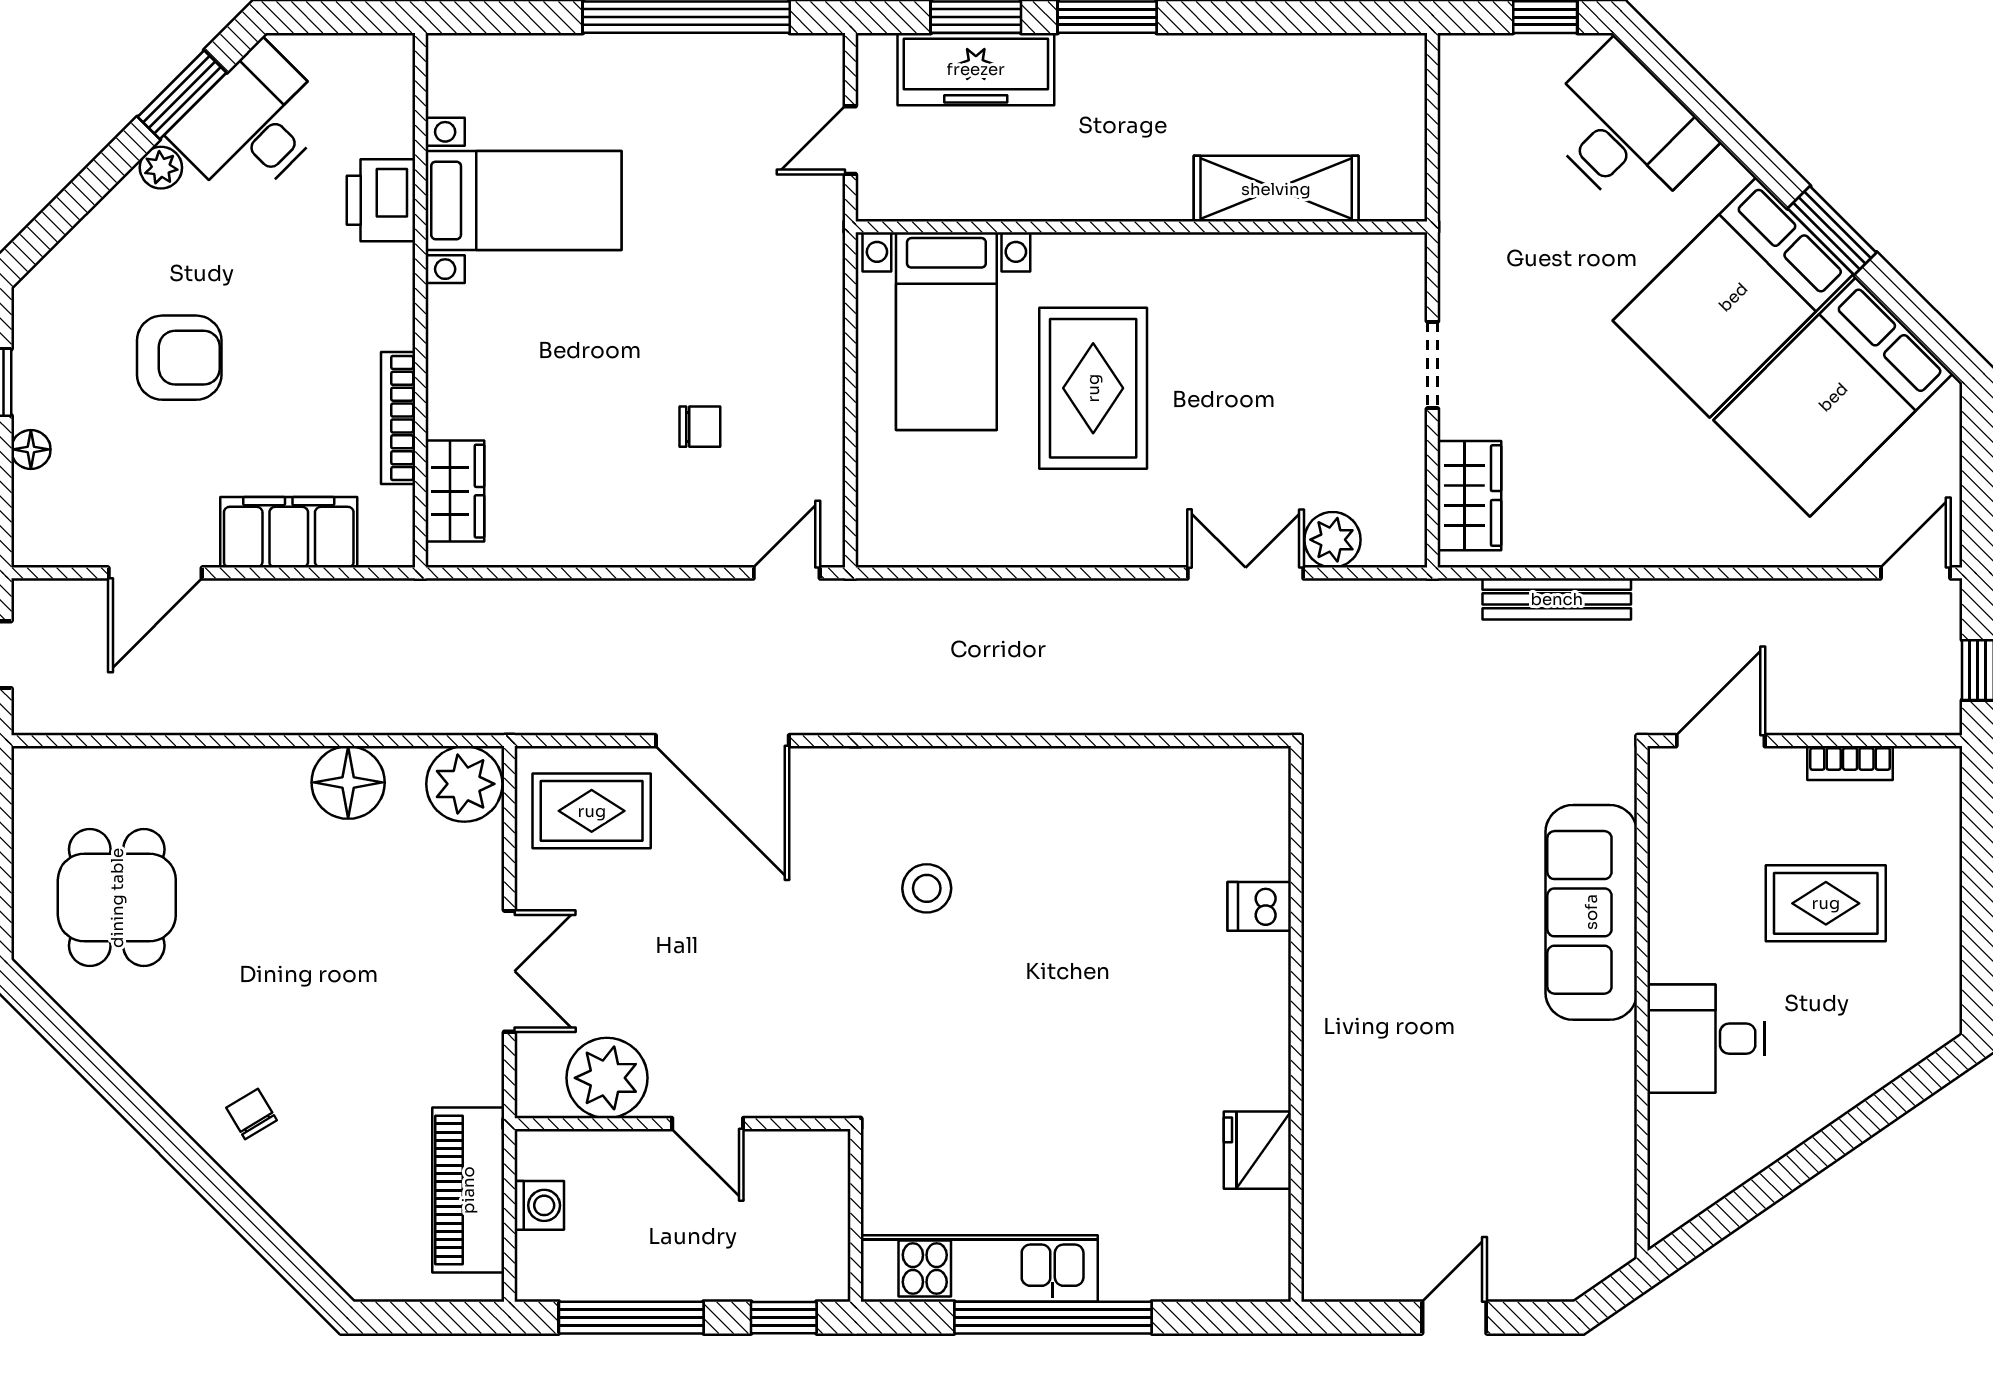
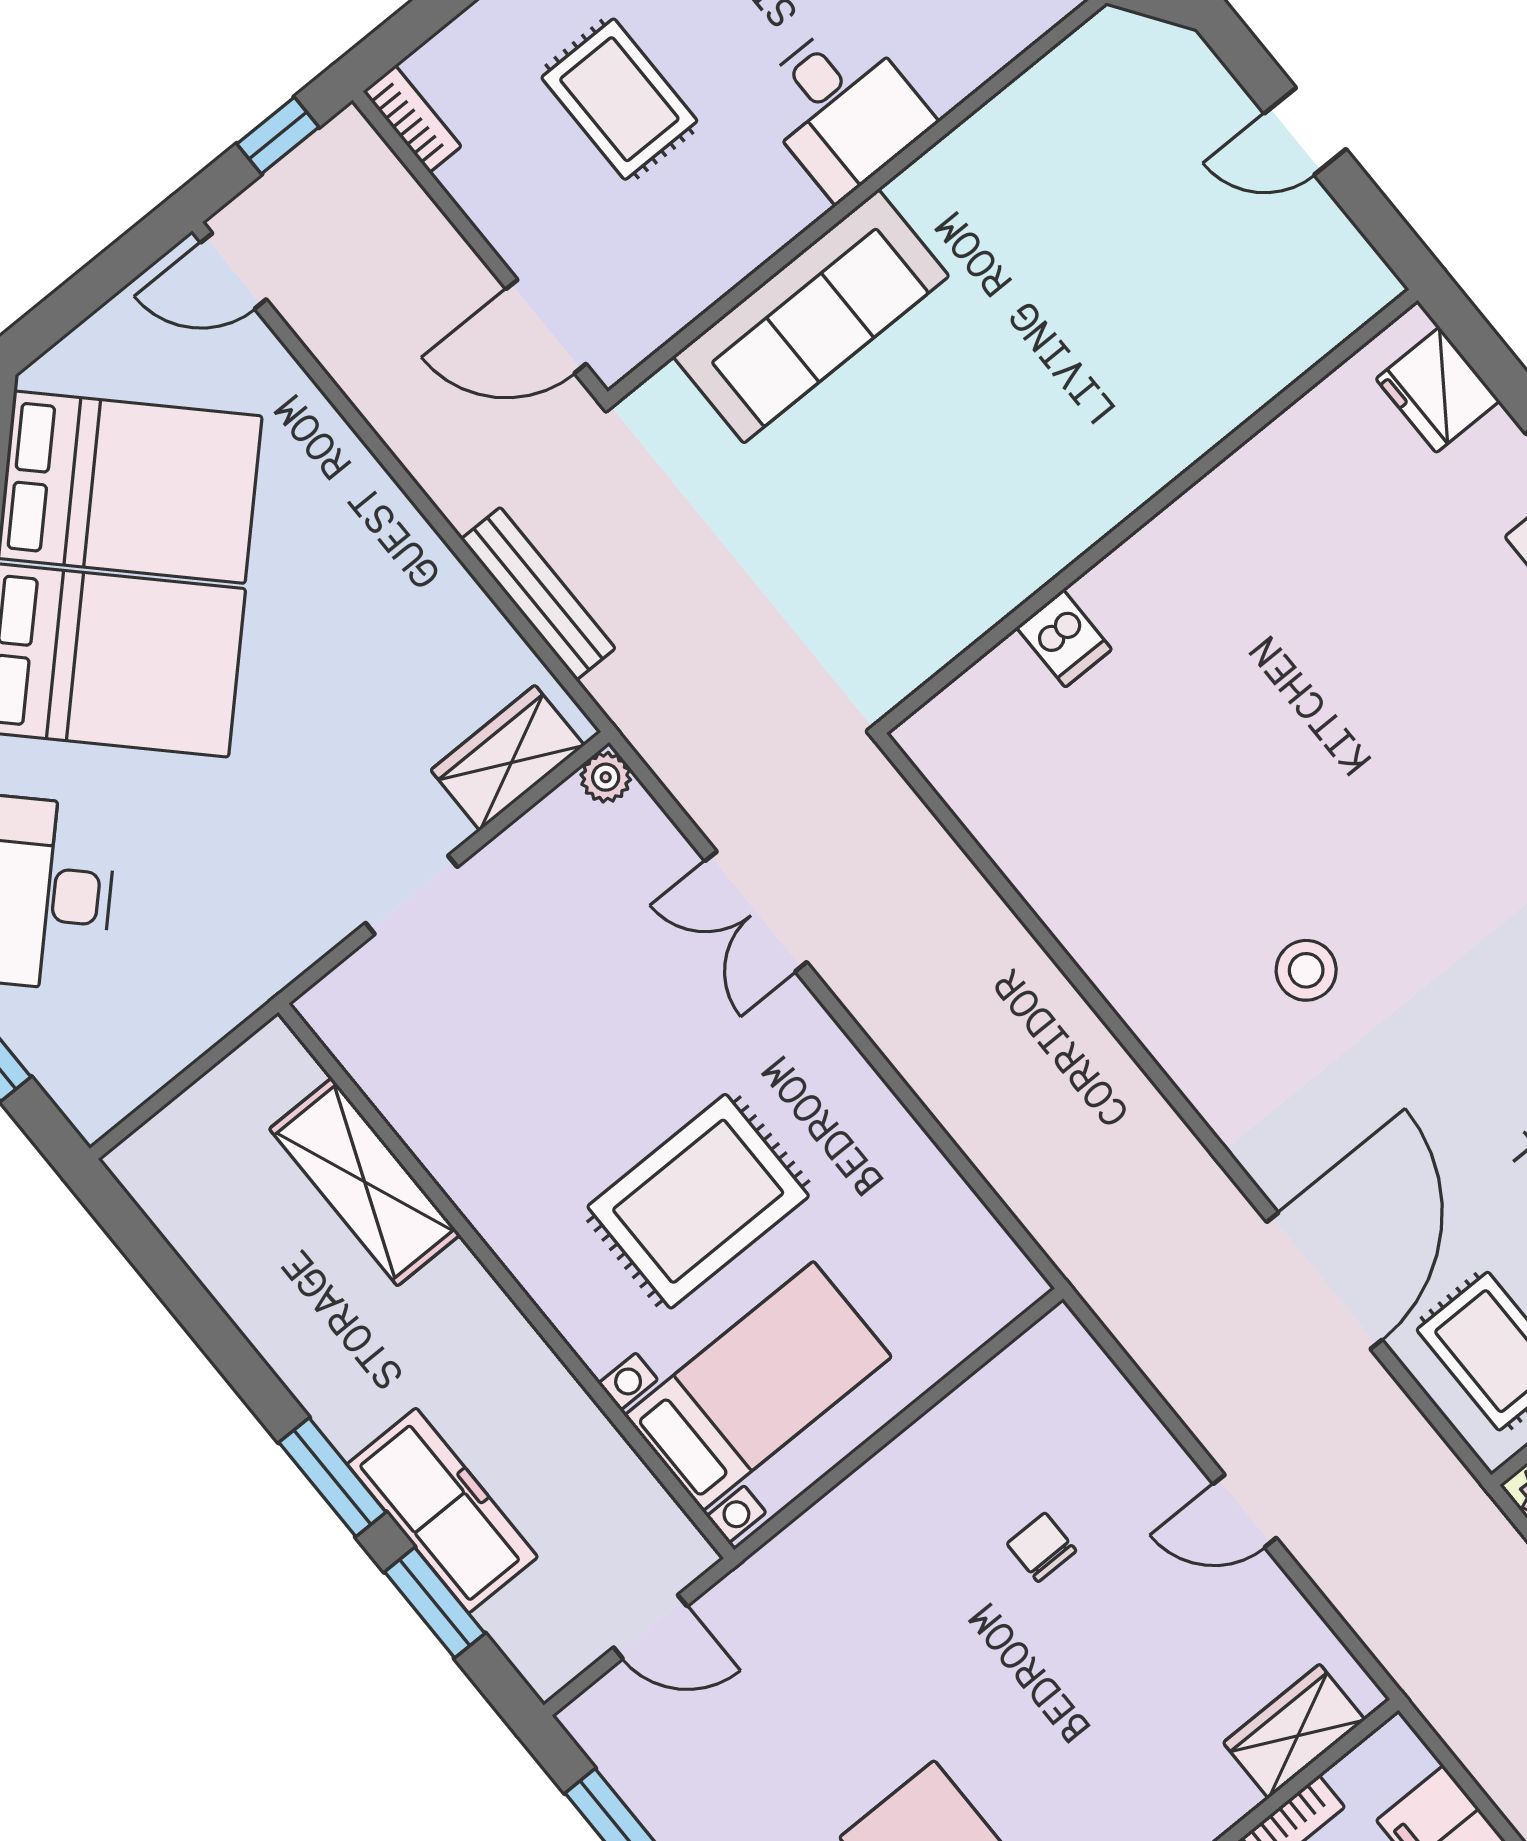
freezer: (976, 69) -> (442, 1511), moved
plant: (1332, 540) -> (606, 777), moved, width x0.73, depth x0.73
door: (787, 573) -> (1245, 1511), moved
bookcase: (1850, 763) -> (412, 119), moved
fridge: (1257, 1150) -> (1438, 390), moved, turned 90

